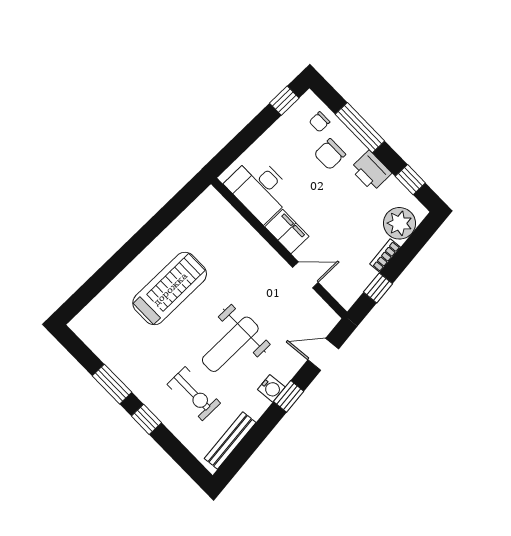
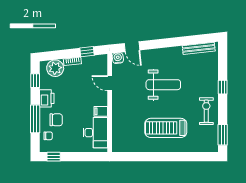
filing cabinet: (287, 232) -> (101, 111), width x0.50
window: (112, 384) -> (223, 135), moved
water cooler: (271, 388) -> (118, 58), moved
exercise bike: (194, 394) -> (206, 111), moved
window: (289, 396) -> (160, 44), removed

